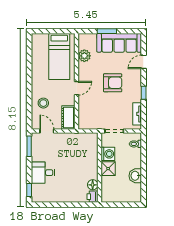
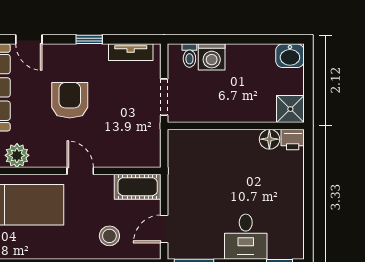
washing machine: (108, 154) -> (212, 57), moved, turned 180
shower: (108, 169) -> (290, 109), moved
washbasin: (135, 176) -> (290, 56), moved

